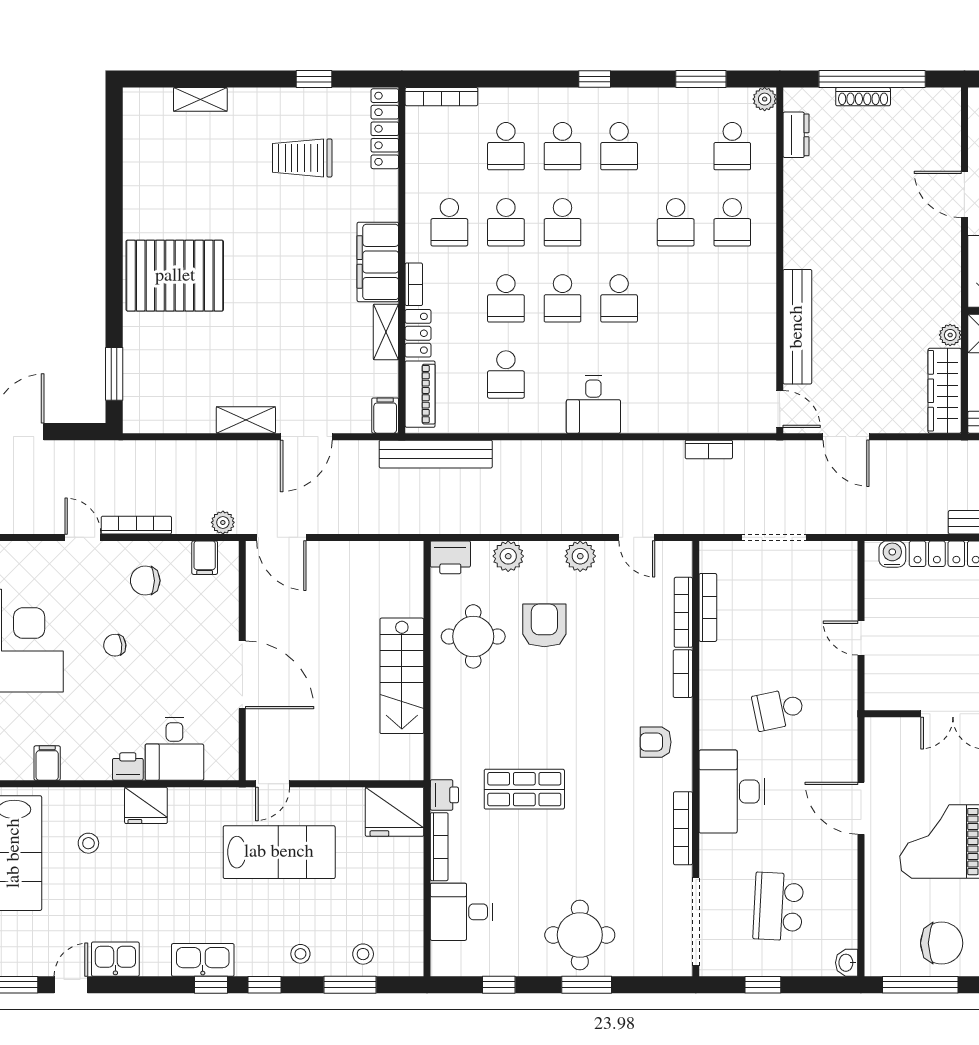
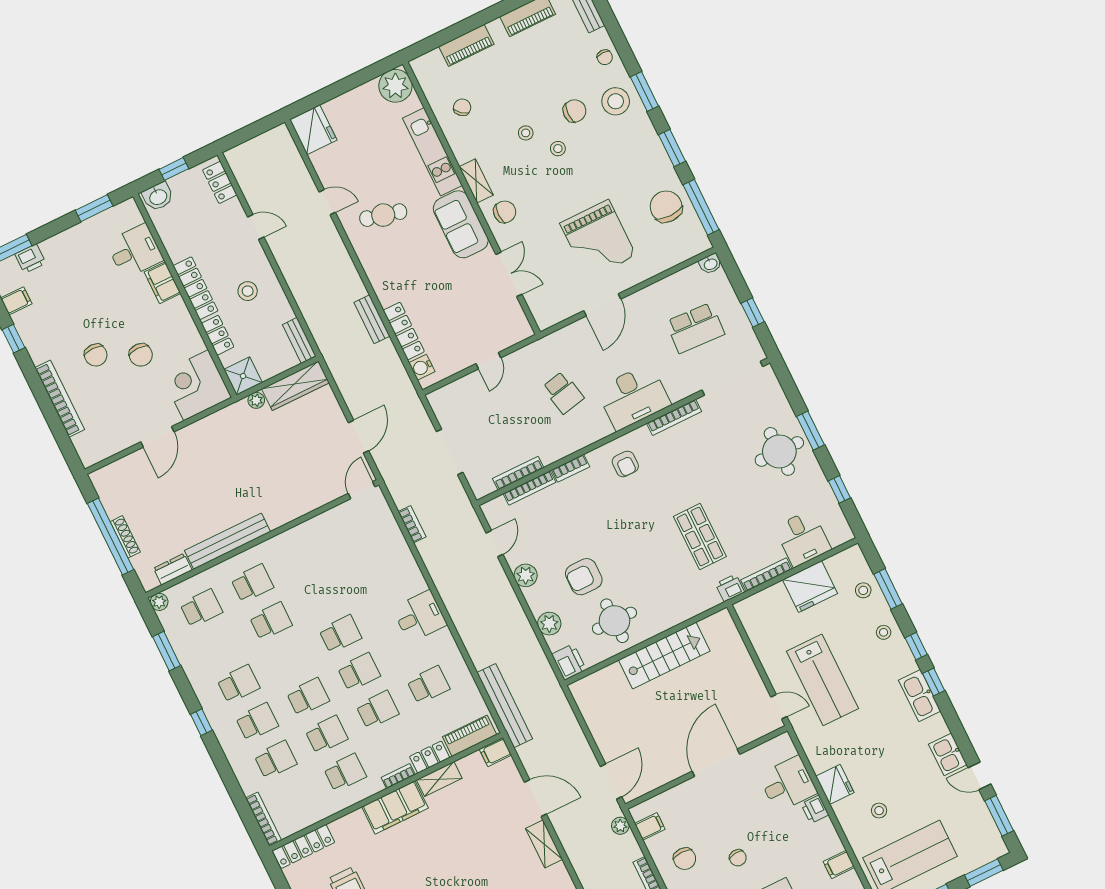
bench: (797, 327) -> (228, 541), moved
fridge: (395, 812) -> (810, 587), moved, turned 90
lab bench: (279, 852) -> (822, 680), turned 180

